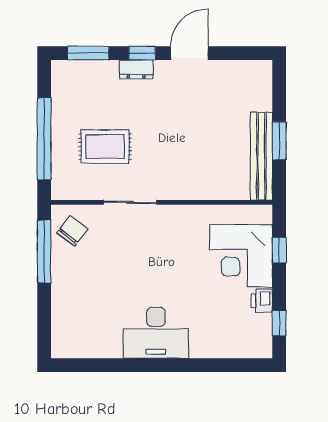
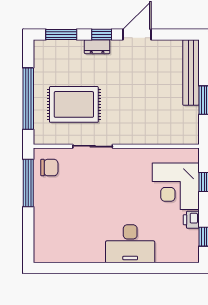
rug: (105, 147) -> (74, 104), width x1.36, depth x1.43
bench: (261, 156) -> (191, 72), moved
chair: (72, 231) -> (49, 168), turned 53
desk: (156, 333) -> (130, 244), moved

